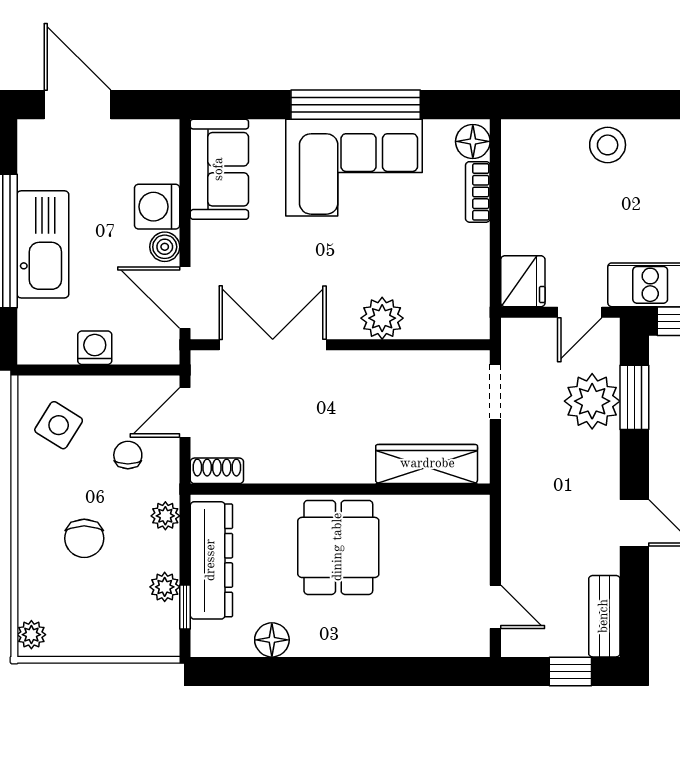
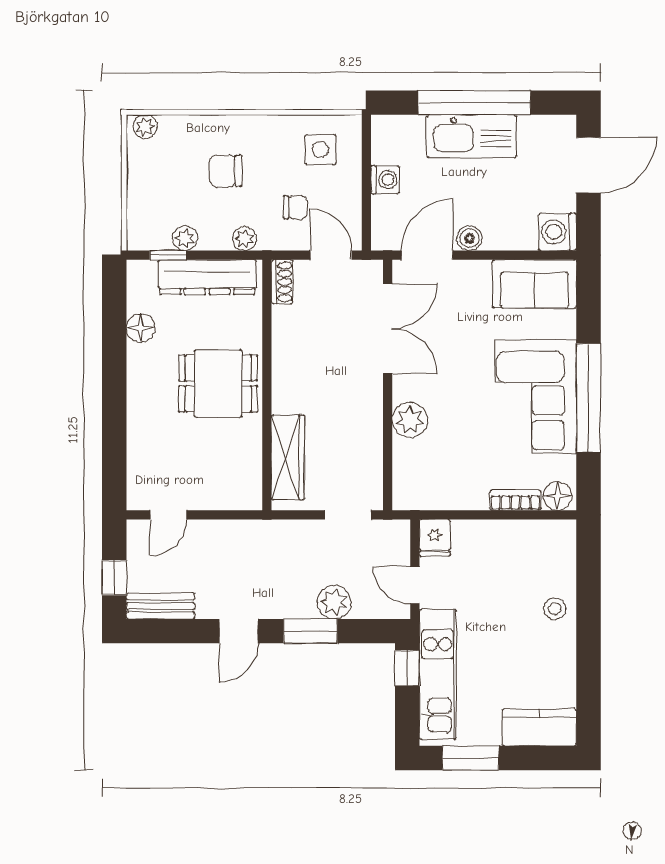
stool: (608, 145) -> (555, 609), width x0.73, depth x0.73
washing machine: (157, 207) -> (558, 232), moved, turned -90
fridge: (523, 281) -> (435, 538), width x0.72
window: (634, 397) -> (310, 631), moved
plant: (592, 401) -> (334, 602), width x0.73, depth x0.73
side table: (59, 425) -> (320, 149), turned -31

